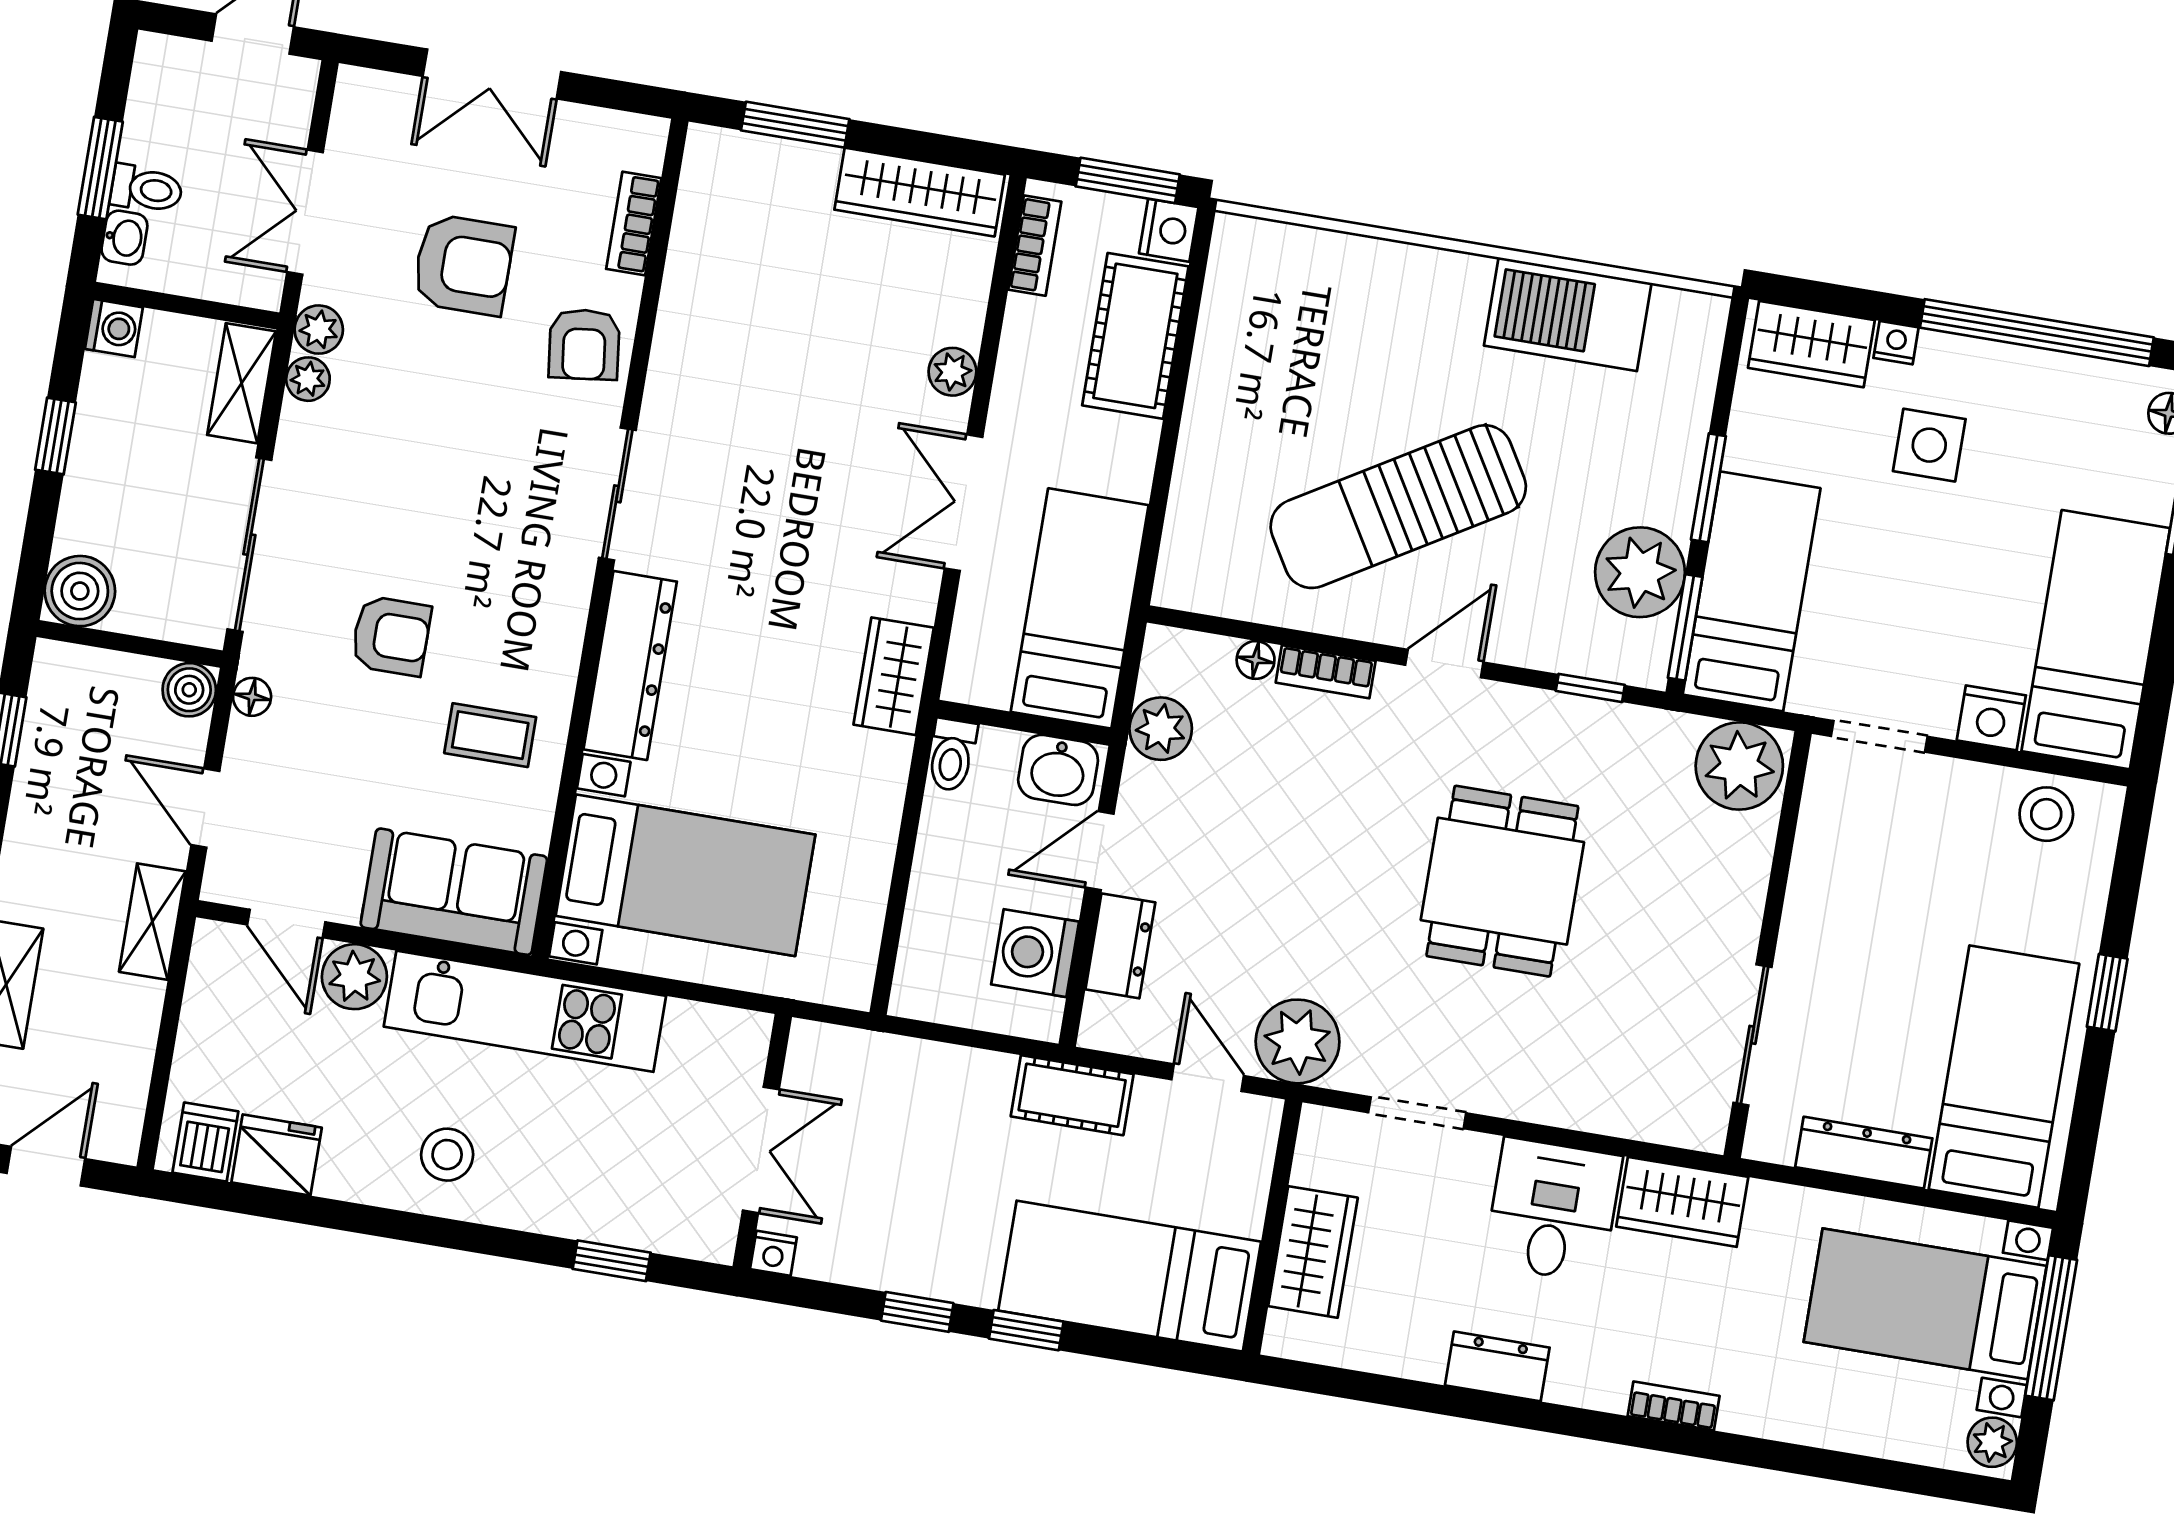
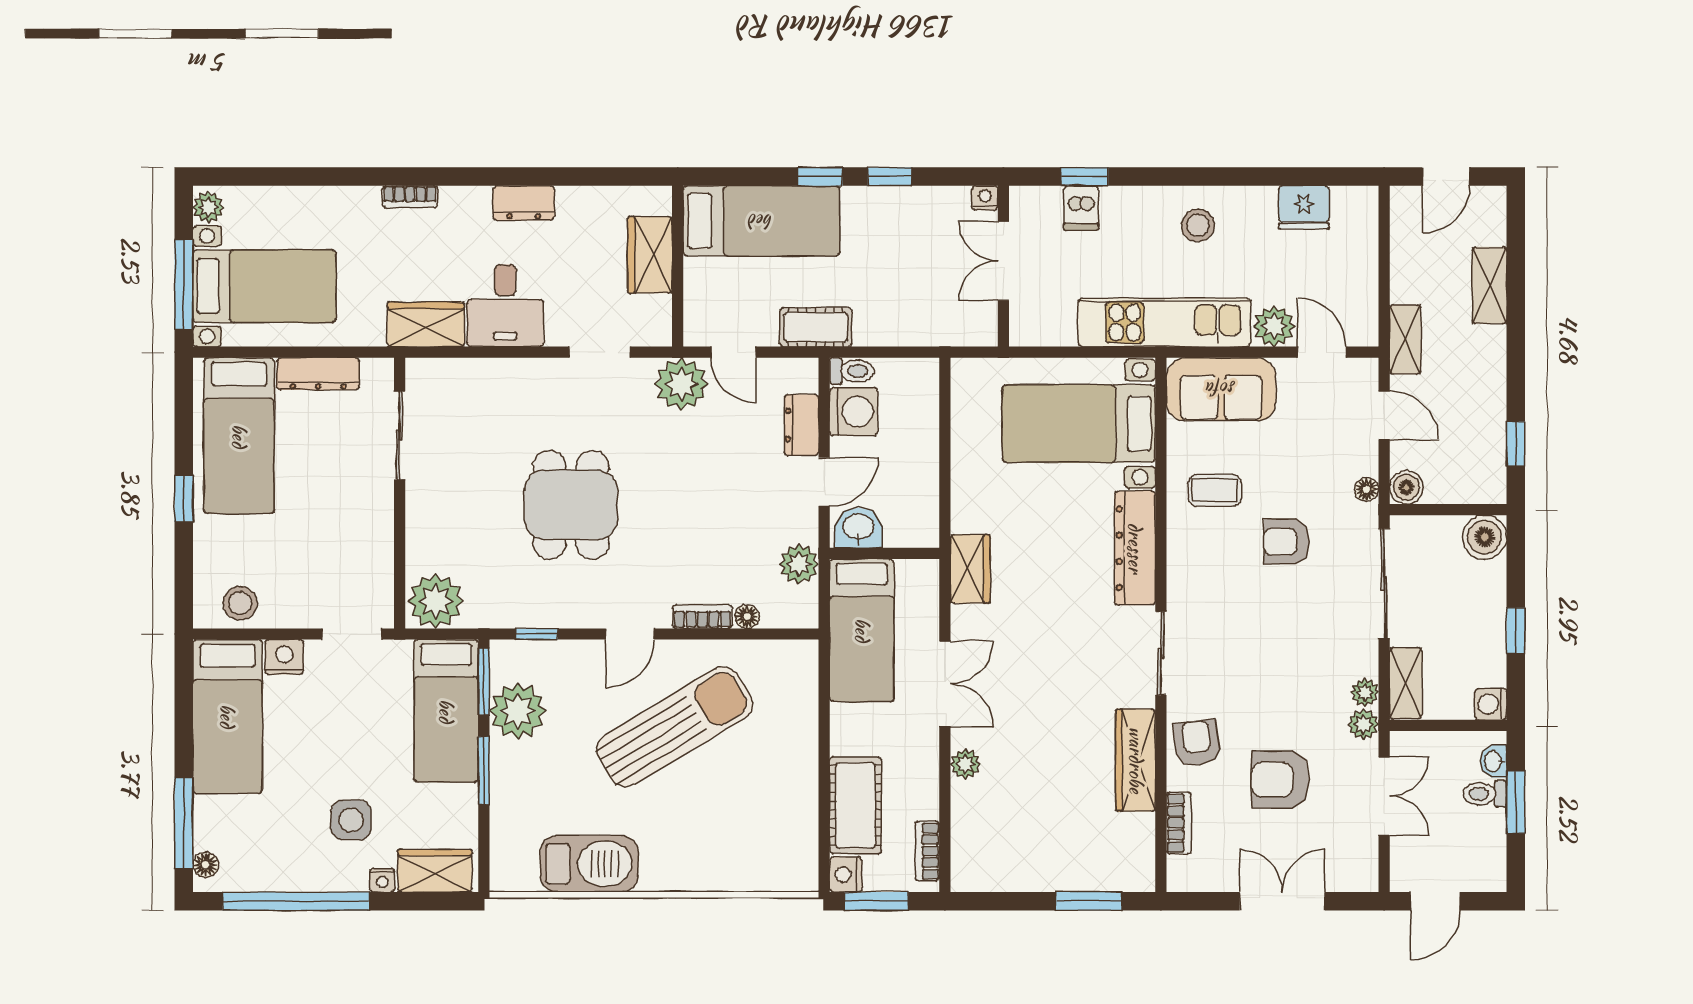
wardrobe: (920, 192) -> (1136, 760), moved, turned -90
toilet: (952, 755) -> (852, 371), moved, turned 90
dishwasher: (205, 1142) -> (1081, 208), moved

